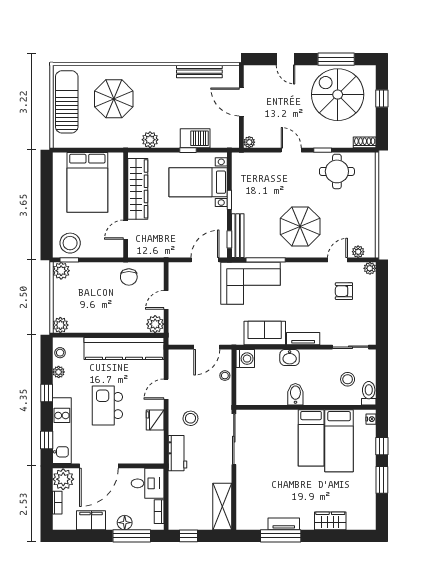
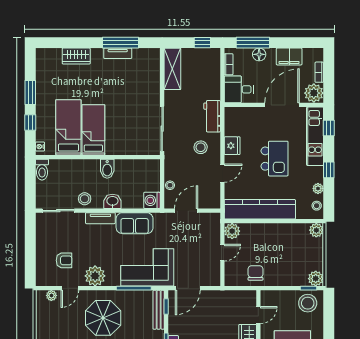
plant: (370, 268) -> (95, 276), moved, width x1.88, depth x1.88
stool: (348, 379) -> (85, 199), moved

